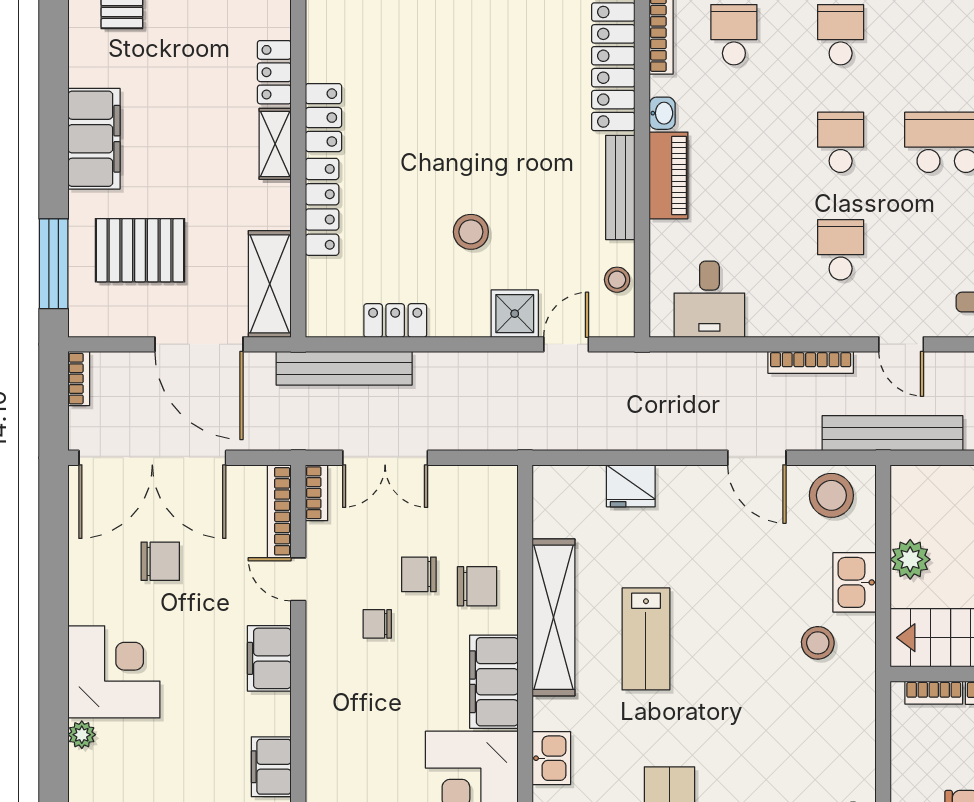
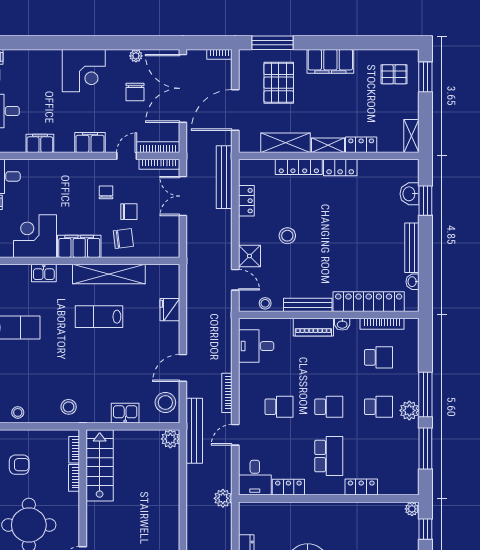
shelving: (270, 284) -> (286, 143), moved
bookcase: (316, 493) -> (159, 164), width x1.56
plant: (910, 559) -> (170, 439), moved
chair: (419, 574) -> (129, 212), turned 90
chair: (477, 586) -> (123, 239), turned -97
stool: (818, 643) -> (69, 407), moved
plant: (82, 735) -> (136, 56), moved

